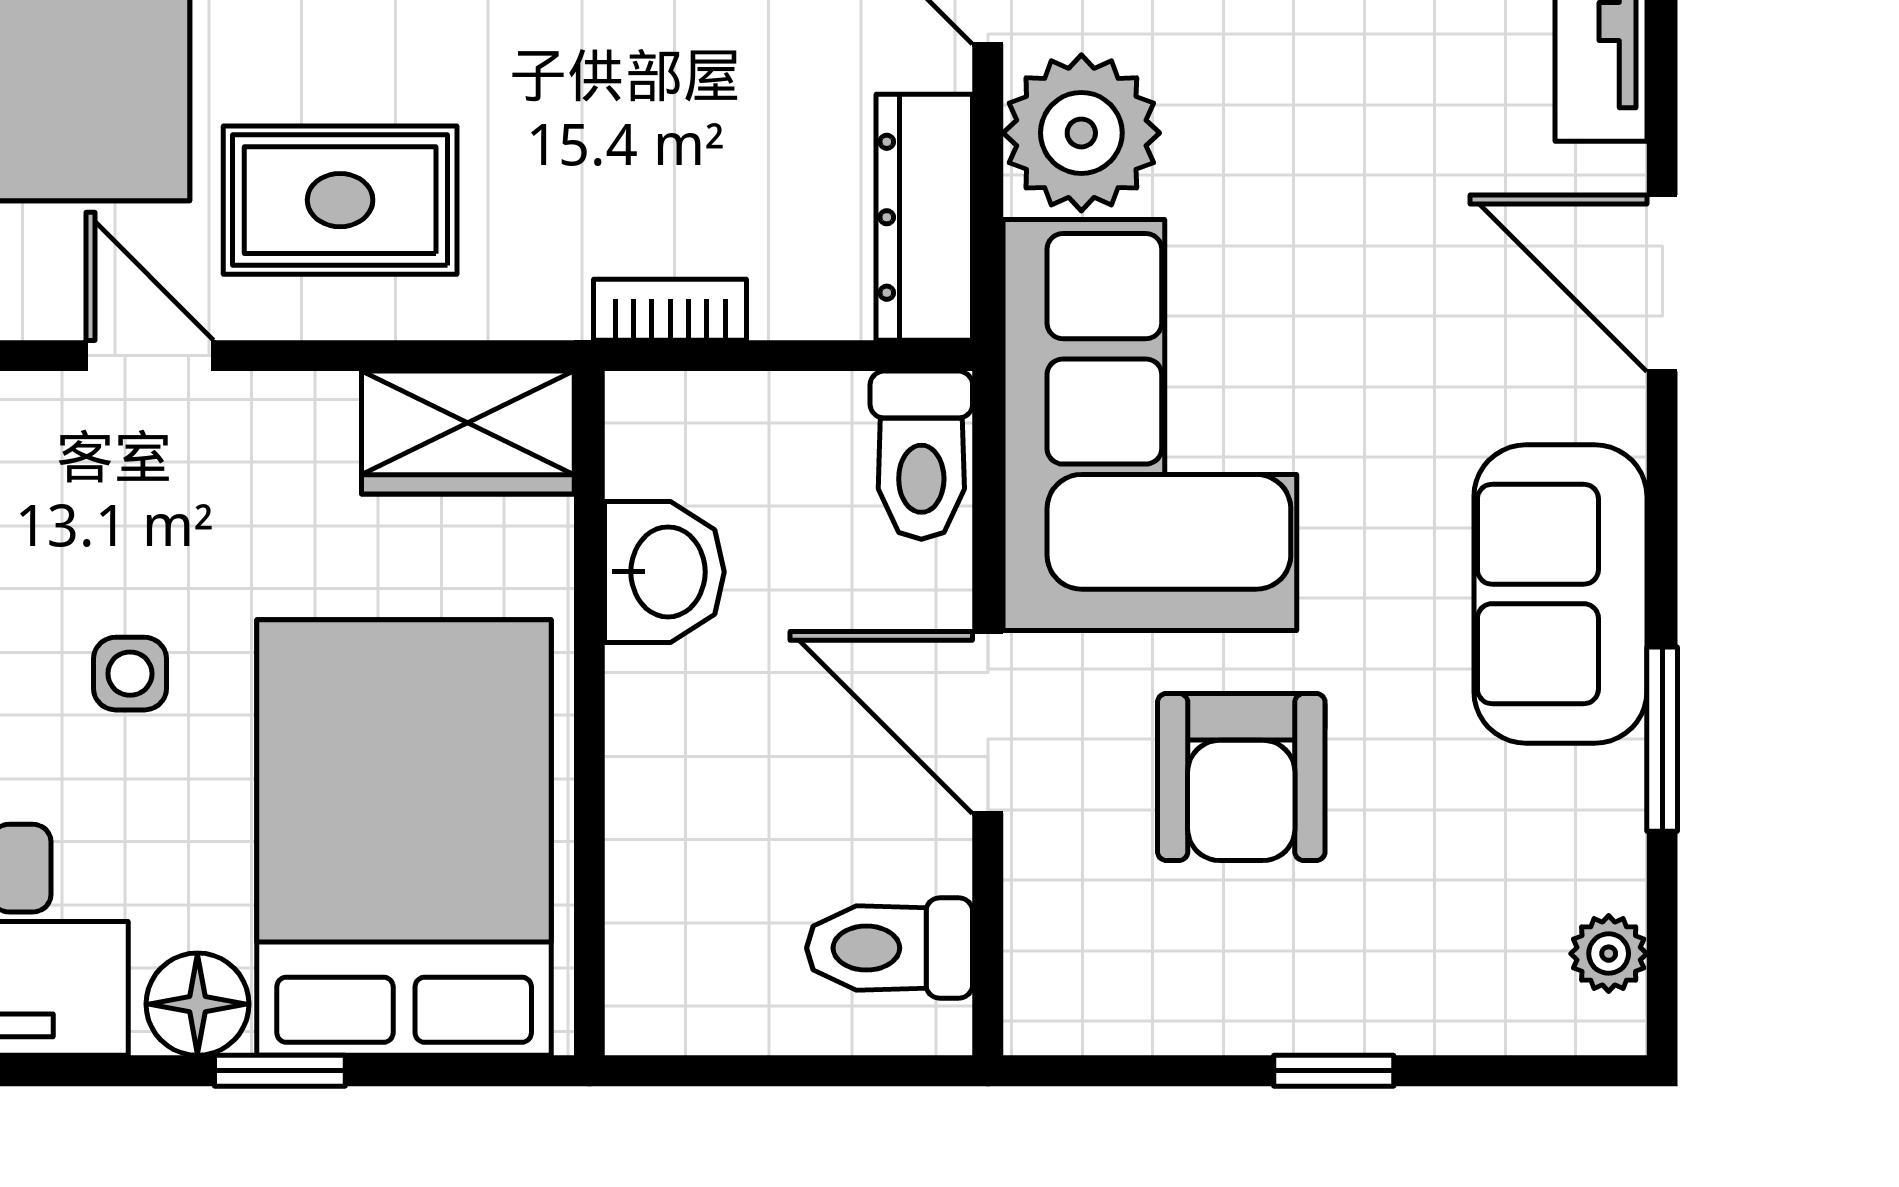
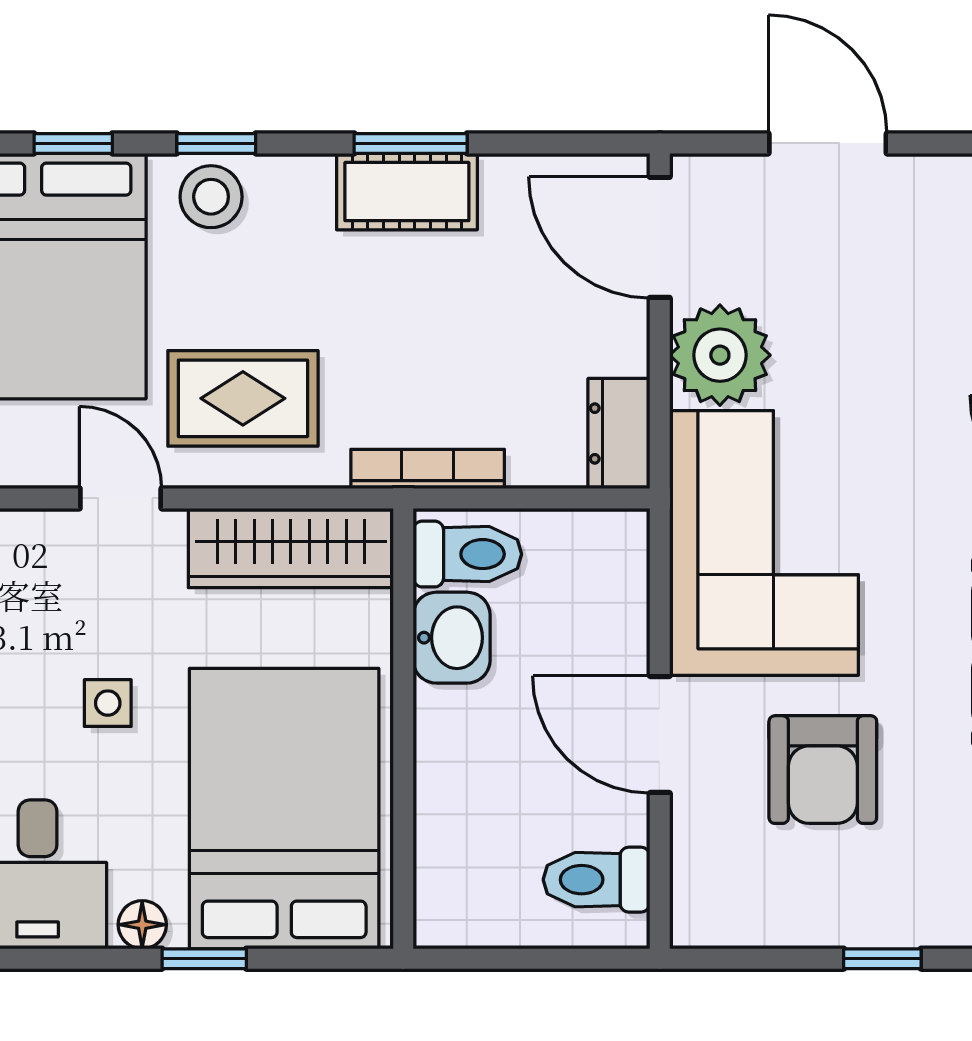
dresser: (924, 217) -> (619, 433), width x0.70
bookcase: (670, 310) -> (428, 469), width x1.56
wardrobe: (468, 433) -> (291, 548), width x1.50
toilet: (921, 455) -> (467, 554), moved, turned -90
floor lamp: (197, 1004) -> (142, 925), width x0.73, depth x0.73

